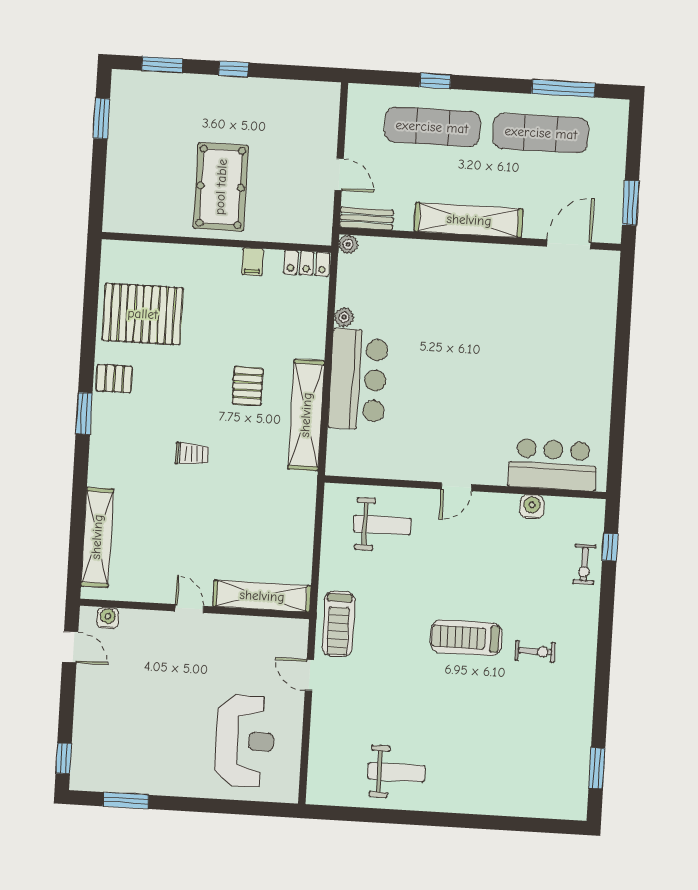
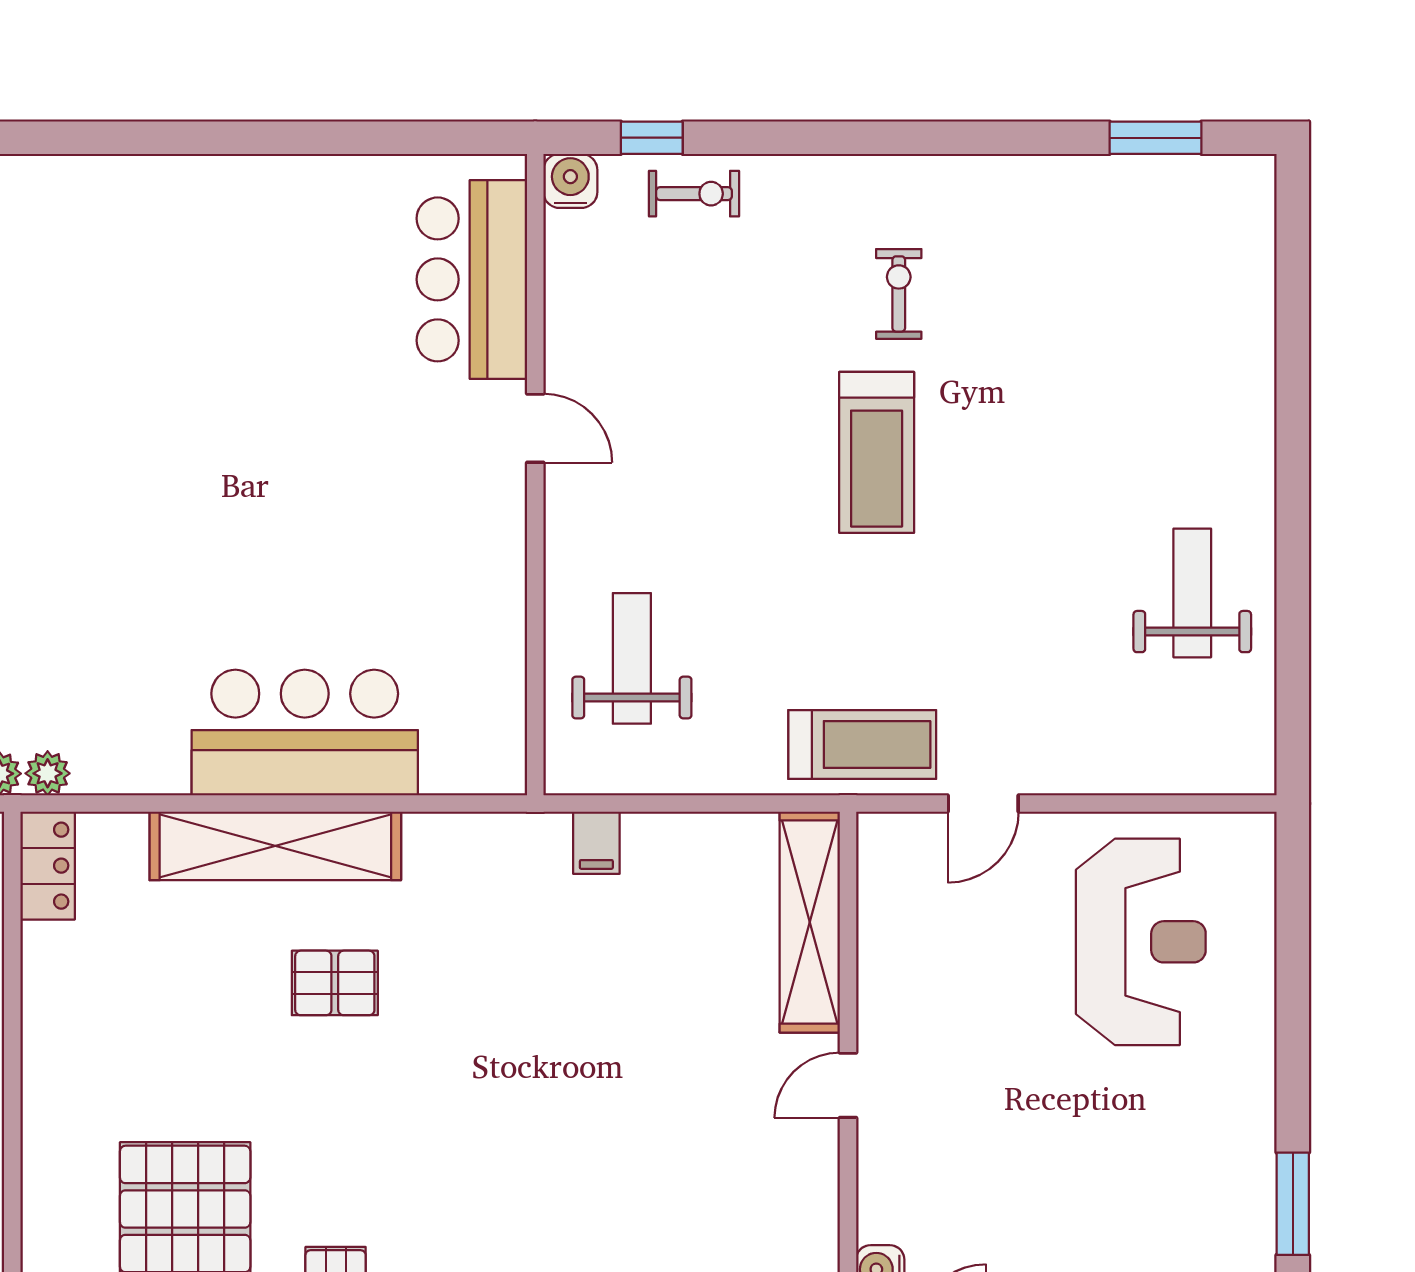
filing cabinet: (252, 262) -> (596, 843), moved, turned 90
plant: (344, 317) -> (48, 773), moved
shelving: (306, 415) -> (275, 846), moved
trolley: (192, 454) -> (496, 1100), removed
door: (456, 487) -> (535, 428), moved
water cooler: (532, 507) -> (570, 181), moved, turned 90
reception desk: (245, 741) -> (1141, 942), turned 90

